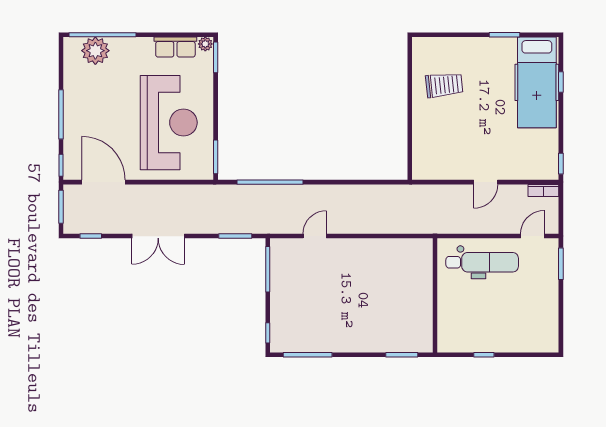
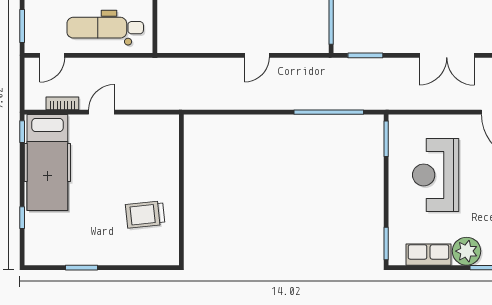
plant: (205, 44) -> (467, 251), moved, width x1.88, depth x1.88
hospital bed: (537, 82) -> (47, 162), moved, turned 180
reception desk: (169, 123) -> (436, 175), width x0.74, depth x0.77
bookcase: (543, 190) -> (62, 103), moved
double door: (158, 236) -> (447, 55), swing flipped
door: (315, 236) -> (257, 55), moved

